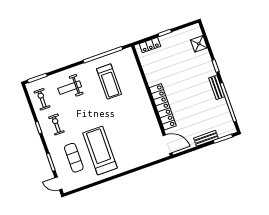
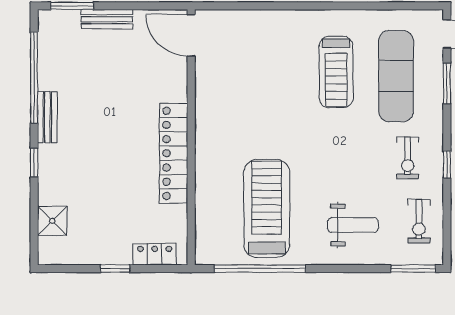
treadmill: (109, 82) -> (267, 209), width x1.37, depth x1.38
locker: (163, 107) -> (174, 153), moved
treadmill: (100, 150) -> (336, 72), width x0.73, depth x0.73
exercise mat: (74, 158) -> (396, 76), width x1.36, depth x1.45

